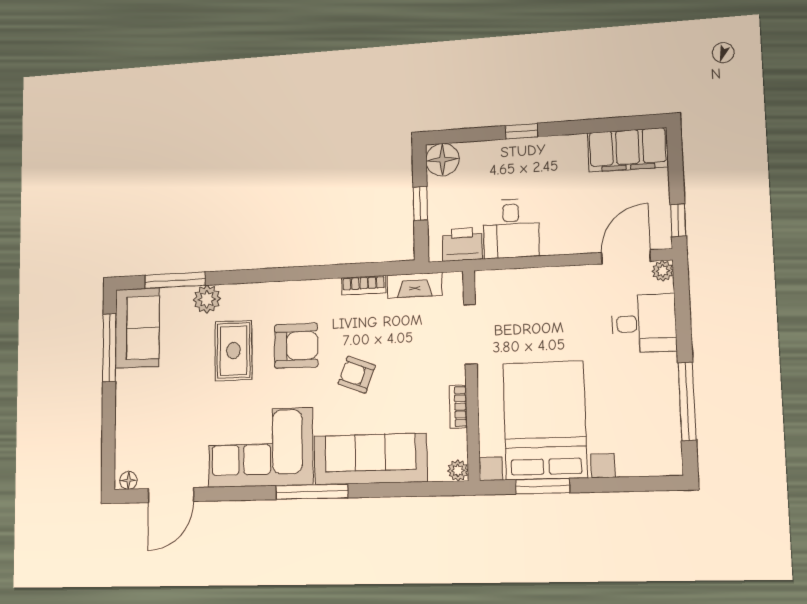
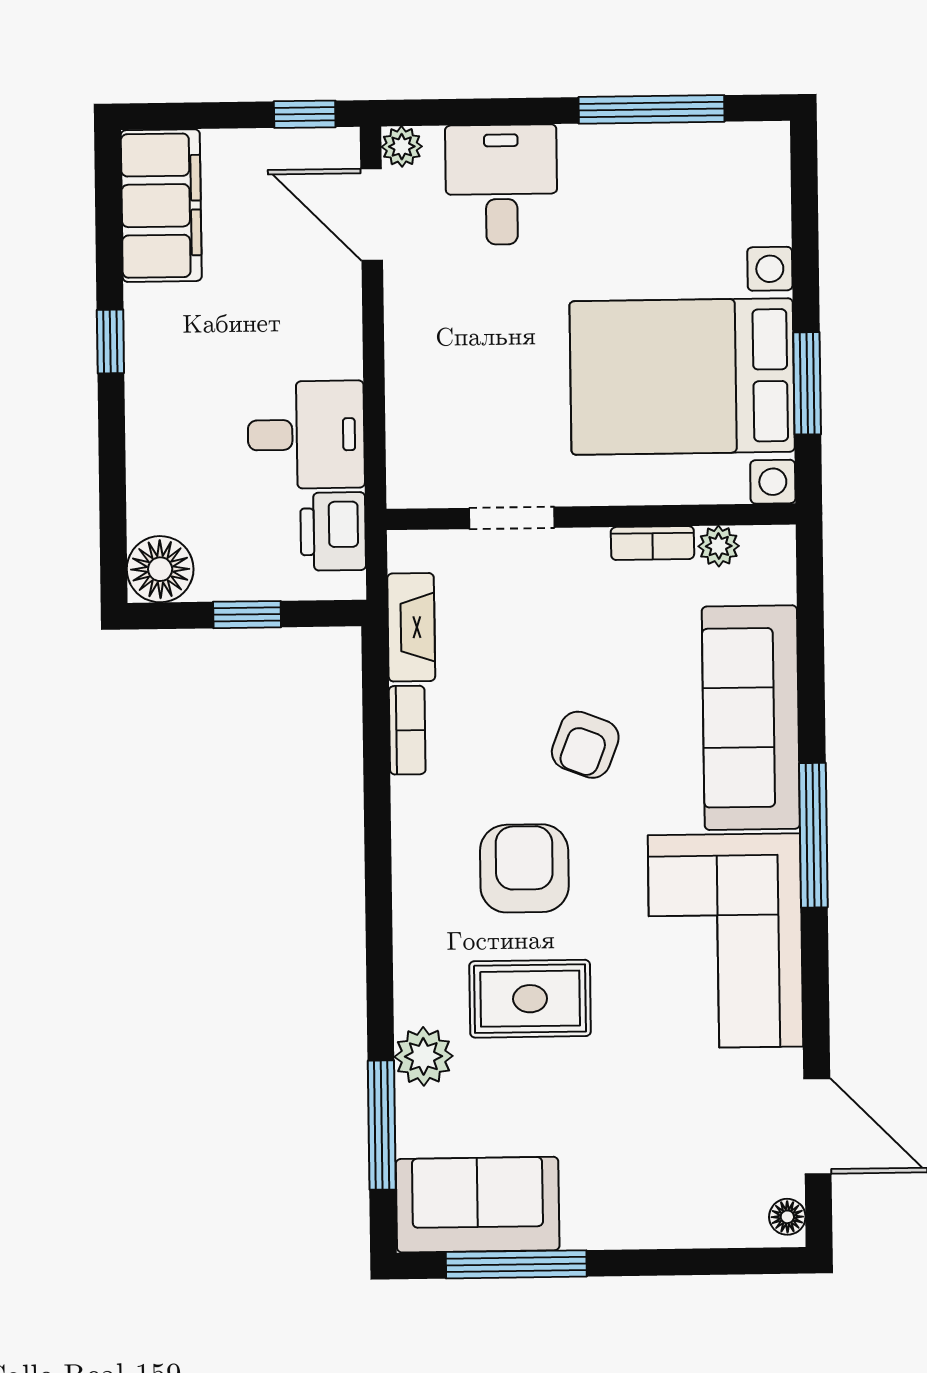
window: (521, 131) -> (110, 341), moved
doorway: (470, 334) -> (512, 518), width x0.73
plant: (458, 471) -> (719, 546), moved

